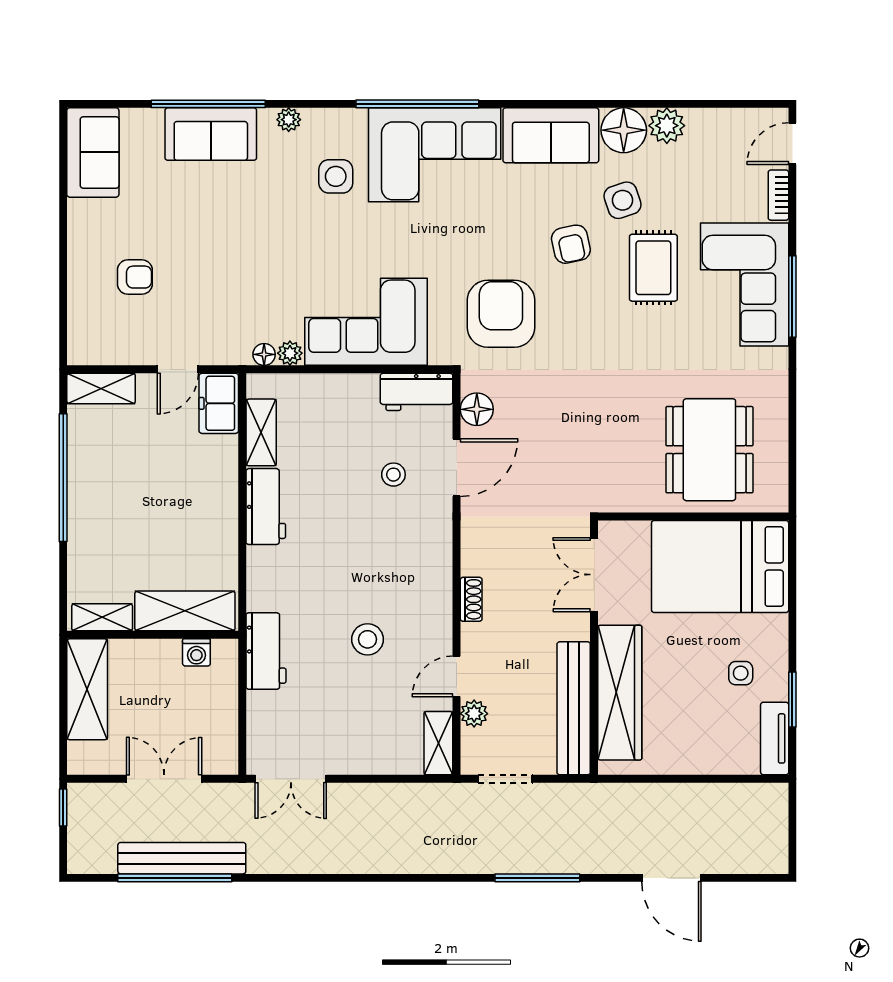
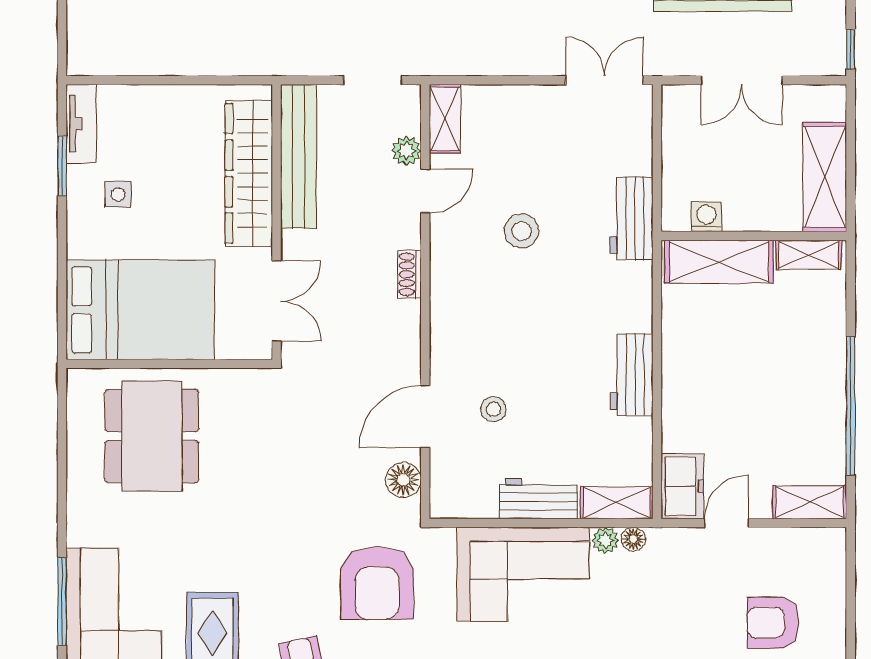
armchair: (135, 277) -> (773, 623), width x1.38, depth x1.38
workbench: (417, 392) -> (539, 499), moved
shelving: (261, 432) -> (617, 503), moved, turned 90

